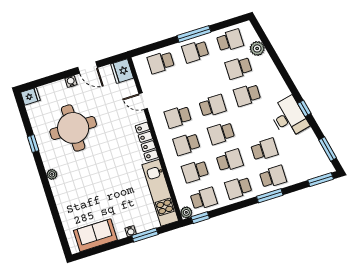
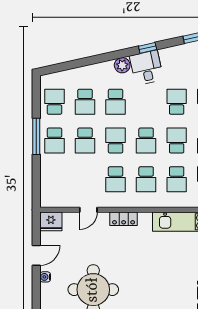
plant: (257, 48) -> (122, 65), moved
school desk: (161, 62) -> (85, 140), moved
desk: (289, 117) -> (146, 68), width x0.73
locker: (147, 142) -> (124, 219), width x0.66

